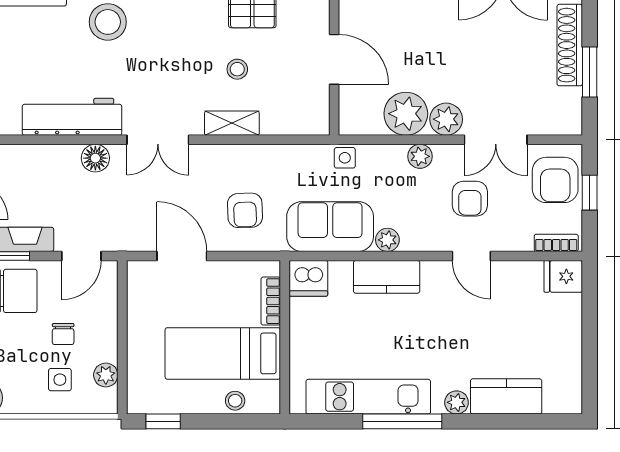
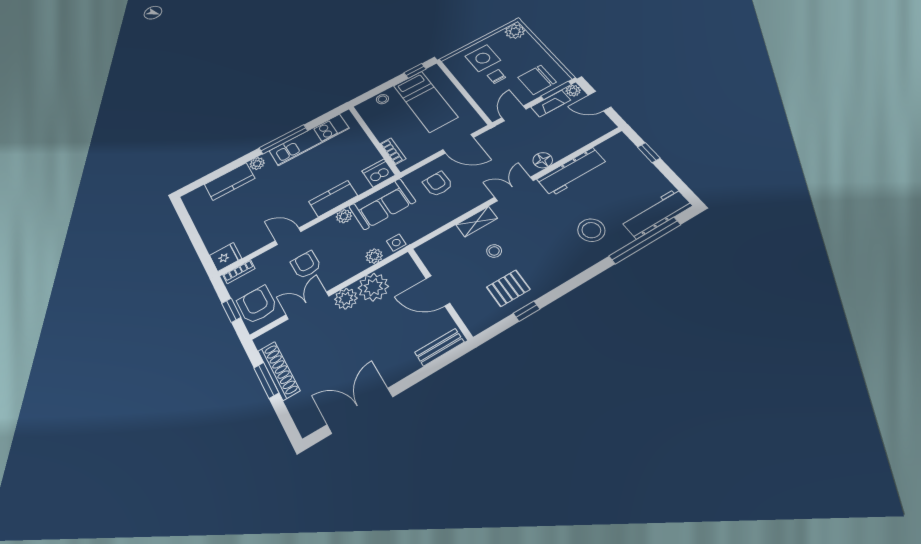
shoe rack: (570, 45) -> (279, 371), moved
plant: (420, 156) -> (374, 256), moved
bed: (223, 353) -> (425, 101), moved, turned 90
plant: (106, 375) -> (460, 73), removed
side table: (60, 380) -> (483, 58), width x1.87, depth x1.87

